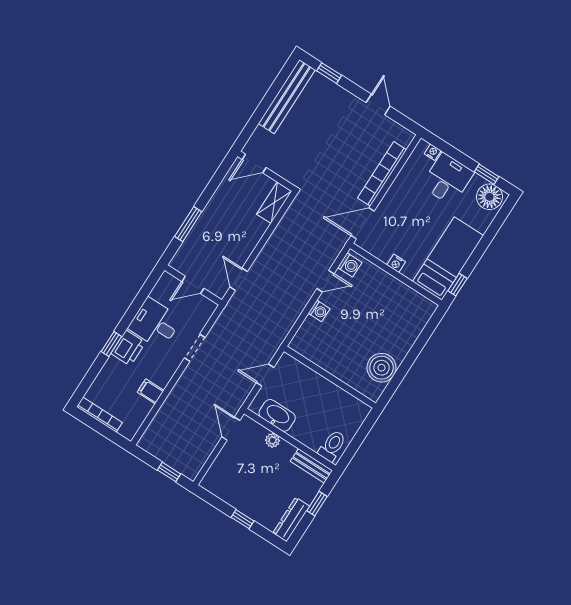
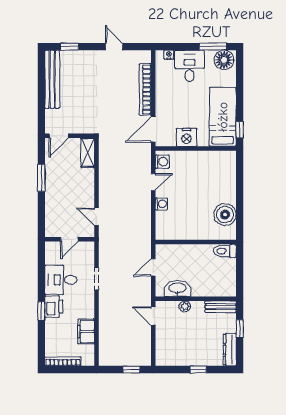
window: (487, 174) -> (213, 47), width x1.50
window: (188, 224) -> (41, 178), moved
nightstand: (396, 263) -> (187, 137), width x1.89, depth x1.79
filing cabinet: (151, 391) -> (86, 331), width x2.00
toilet: (332, 446) -> (225, 251), moved, turned -90

